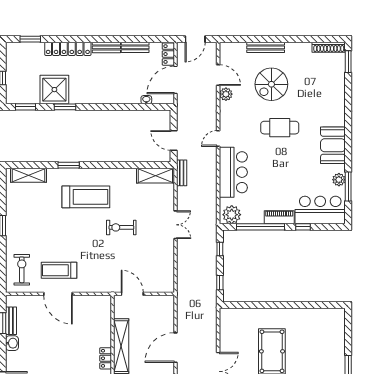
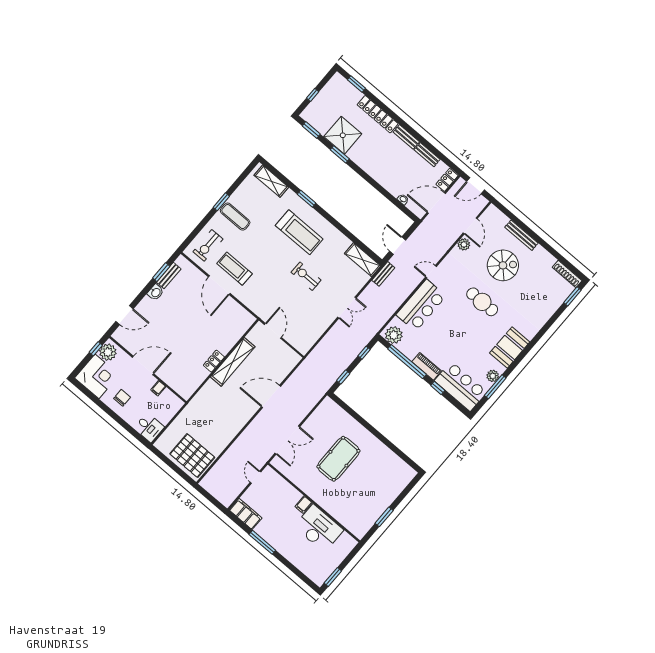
spiral stairs: (271, 84) -> (503, 265), turned 180
exercise mat: (24, 228) -> (235, 217), added
exercise bike: (22, 270) -> (208, 245), turned 180

